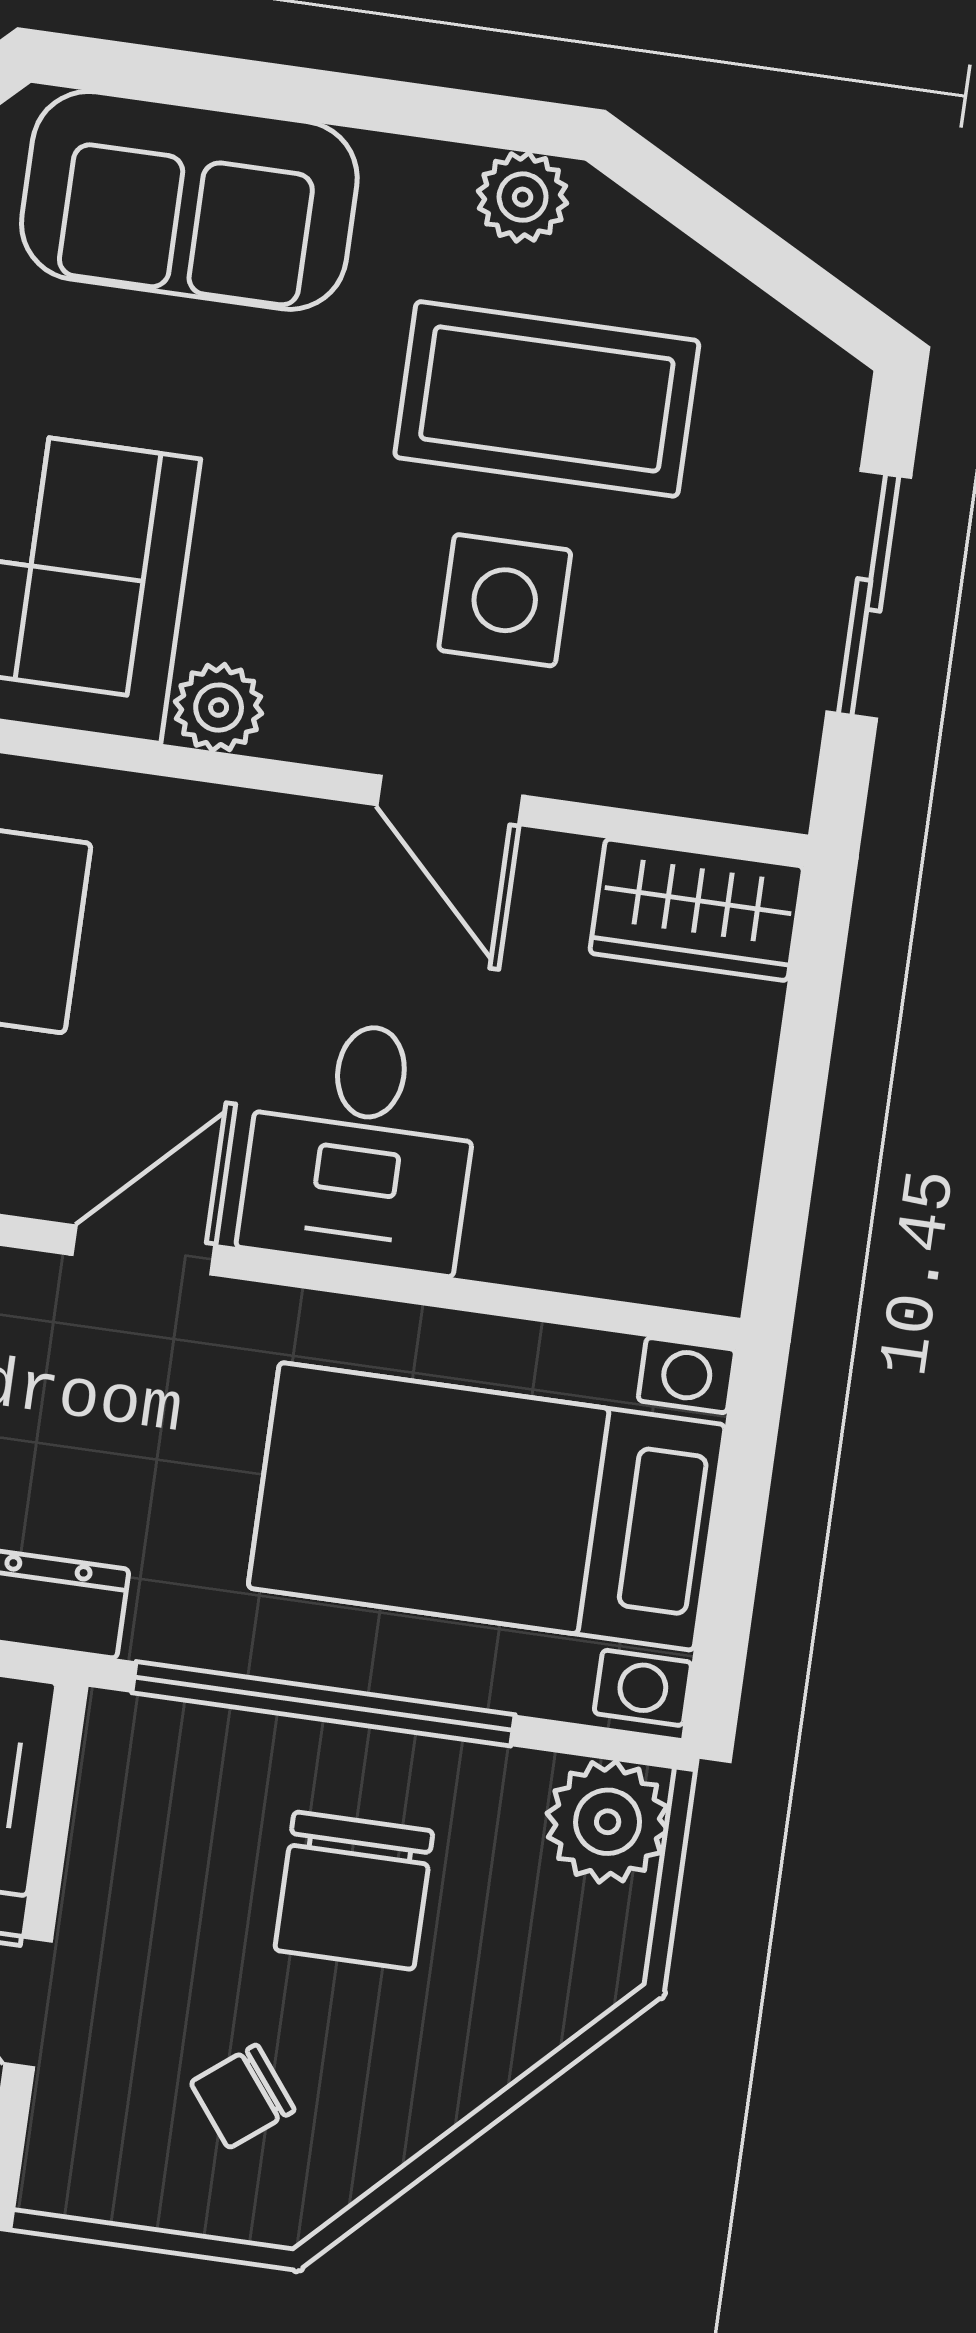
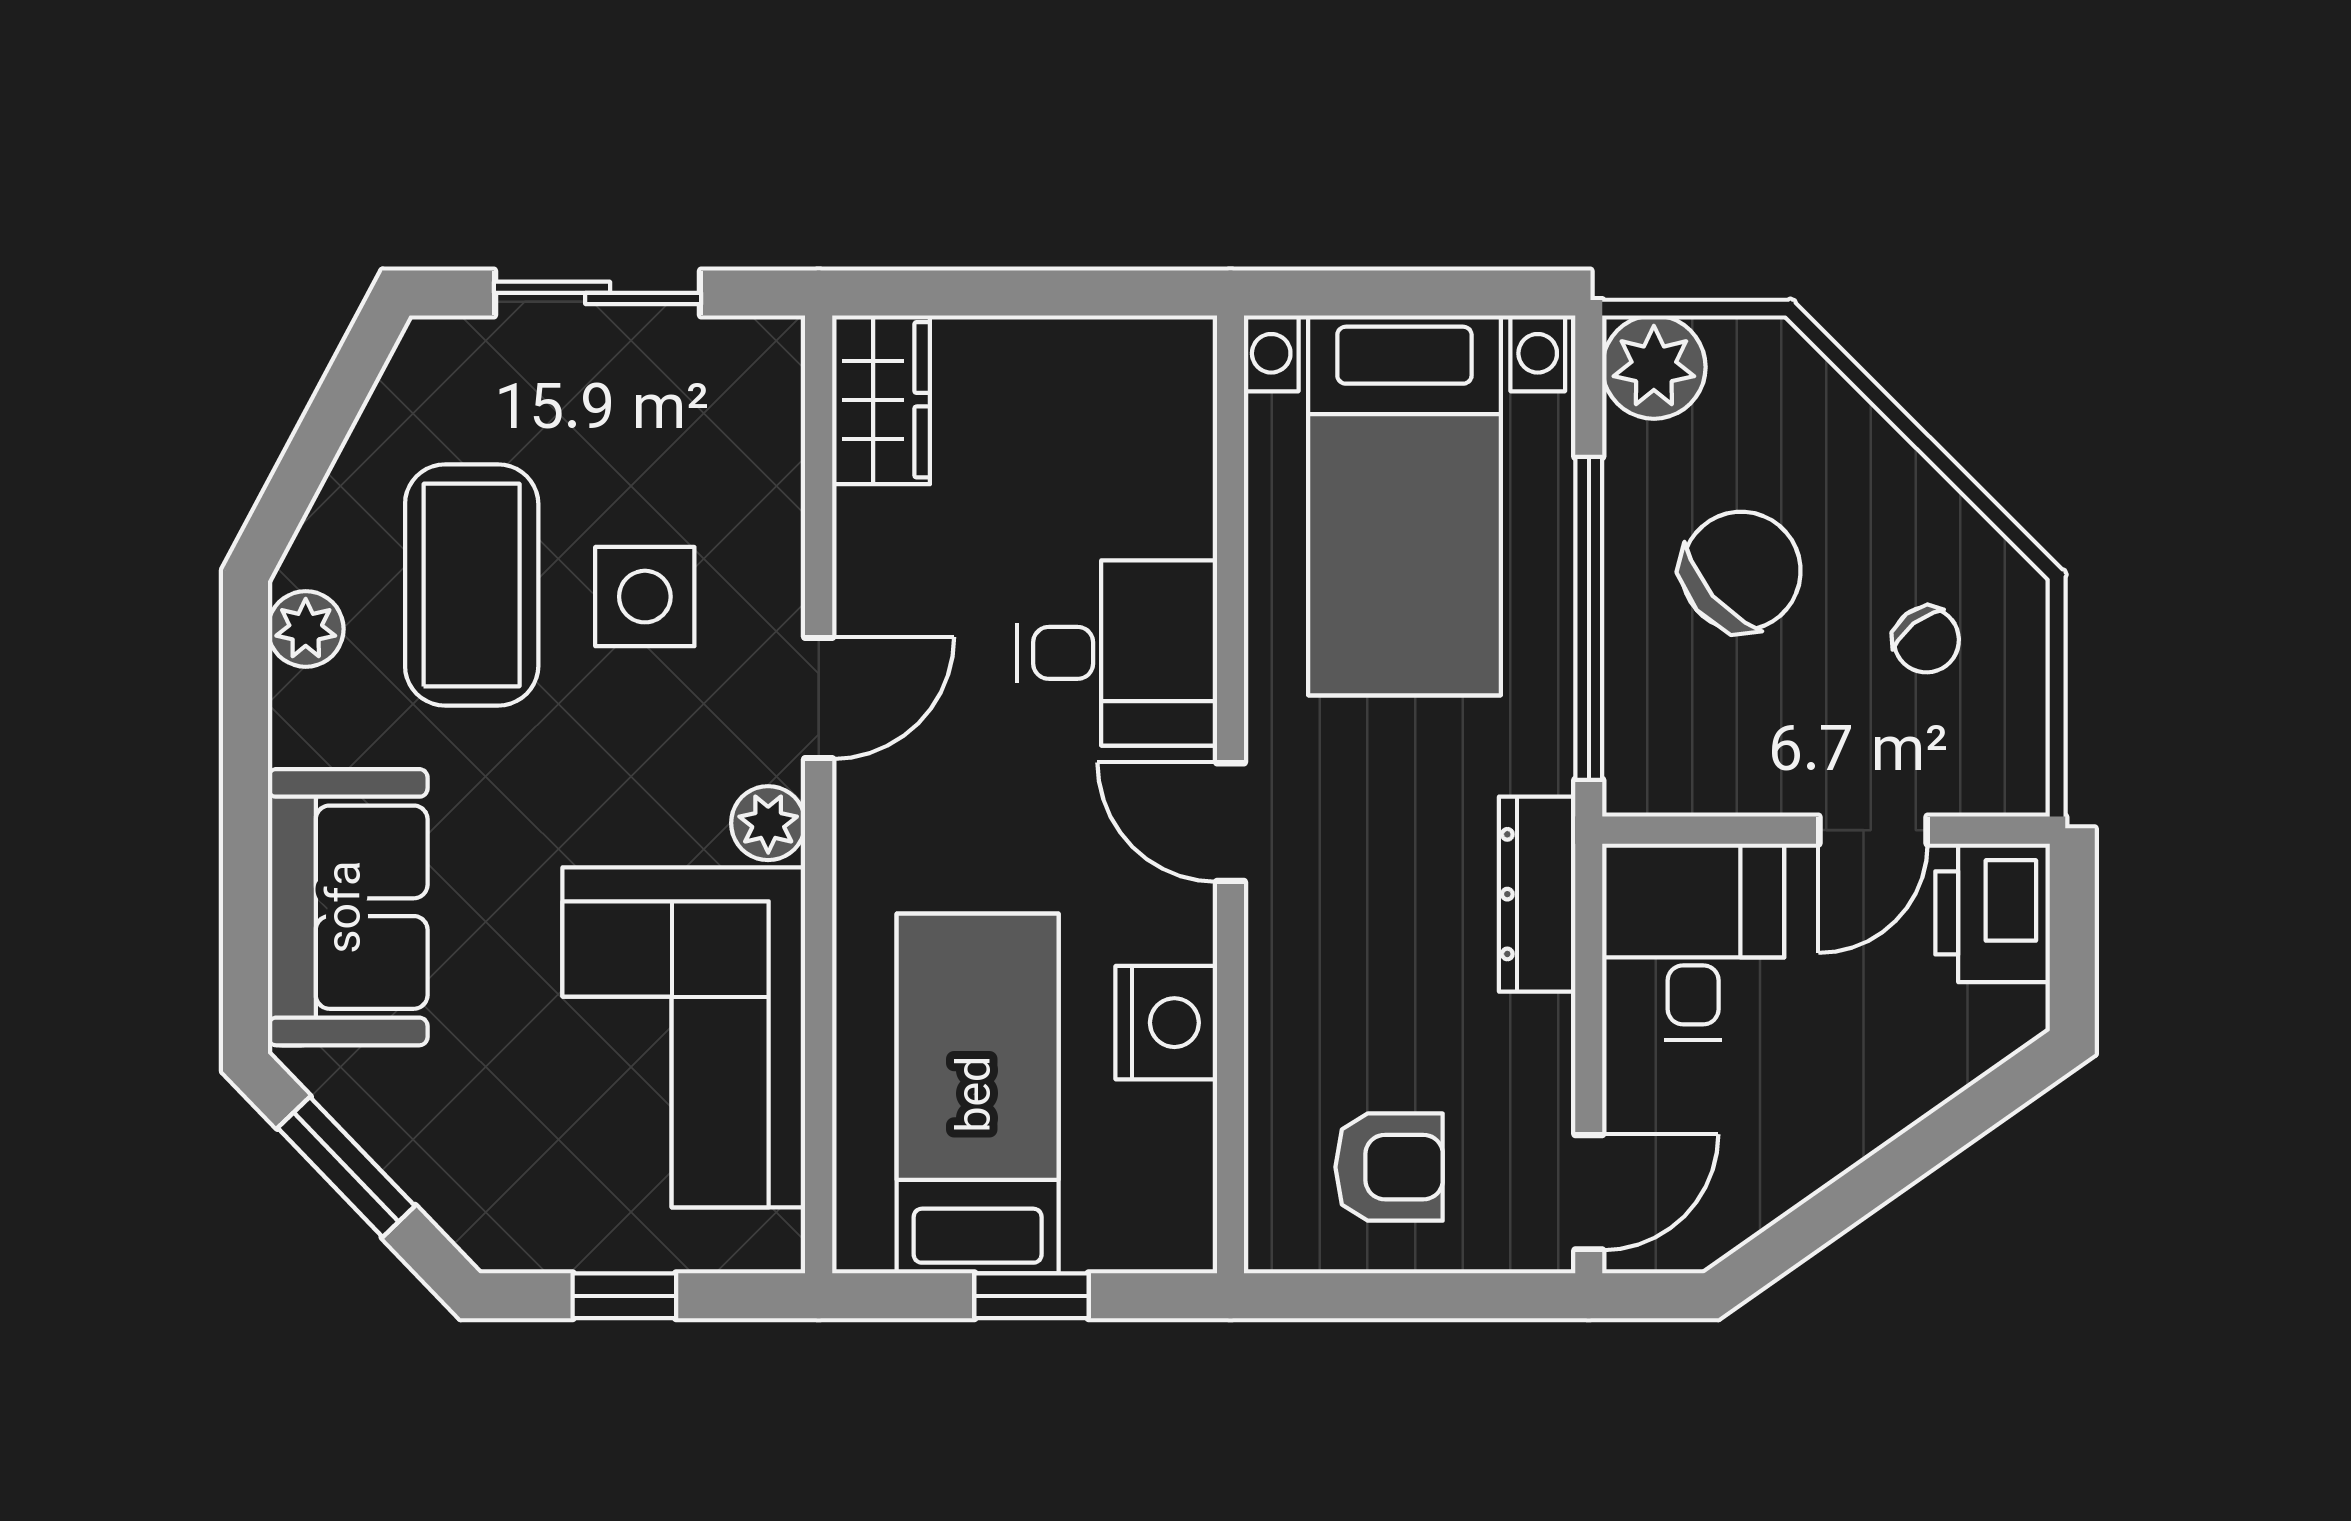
door: (450, 800) -> (819, 698), moved
chair: (354, 1891) -> (1741, 571), turned -41

